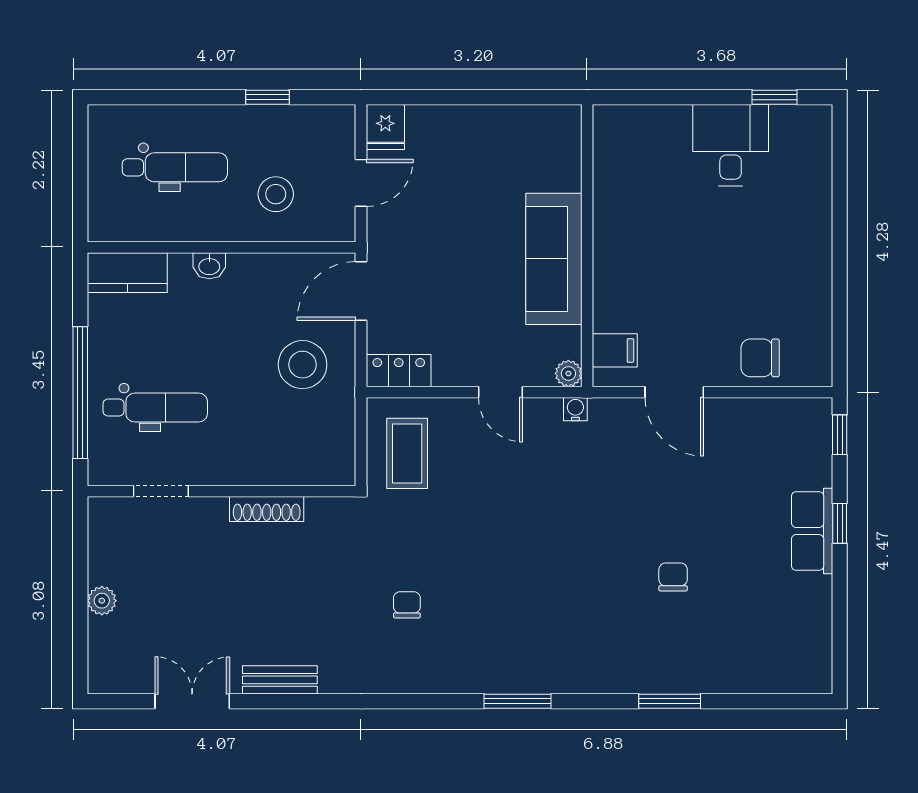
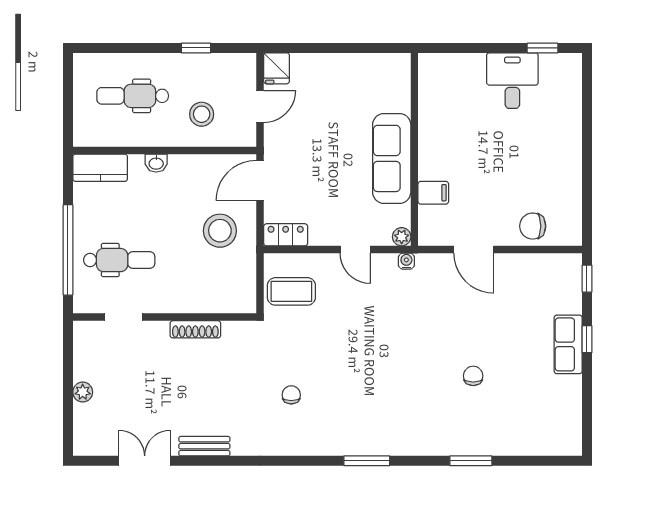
dental chair: (175, 167) -> (133, 96), turned 180
filing cabinet: (615, 350) -> (433, 193), moved
coffee table: (407, 453) -> (291, 291), turned 90

